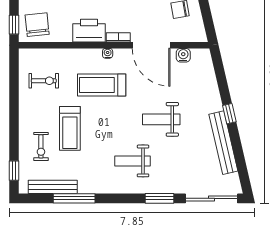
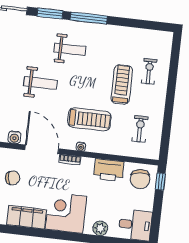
printer: (89, 31) -> (109, 170), moved
exercise bike: (44, 81) -> (140, 129), turned 90
window: (14, 171) -> (175, 53), removed
bench: (53, 187) -> (143, 35), removed
window: (74, 198) -> (89, 18), moved

